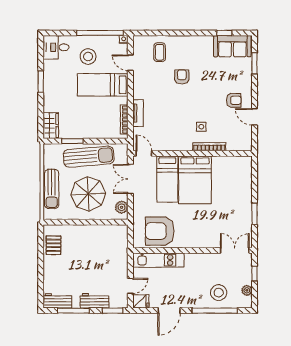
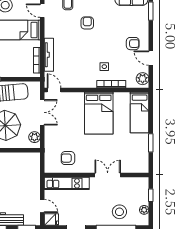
tv unit: (138, 113) -> (49, 55), width x1.41
plant: (245, 140) -> (143, 79), added
double door: (130, 179) -> (42, 112), swing flipped
bed: (167, 179) -> (140, 112), moved
armchair: (160, 231) -> (68, 158), width x0.53, depth x0.53
double door: (235, 250) -> (108, 175), moved
door: (130, 286) -> (42, 206), hinge flipped

